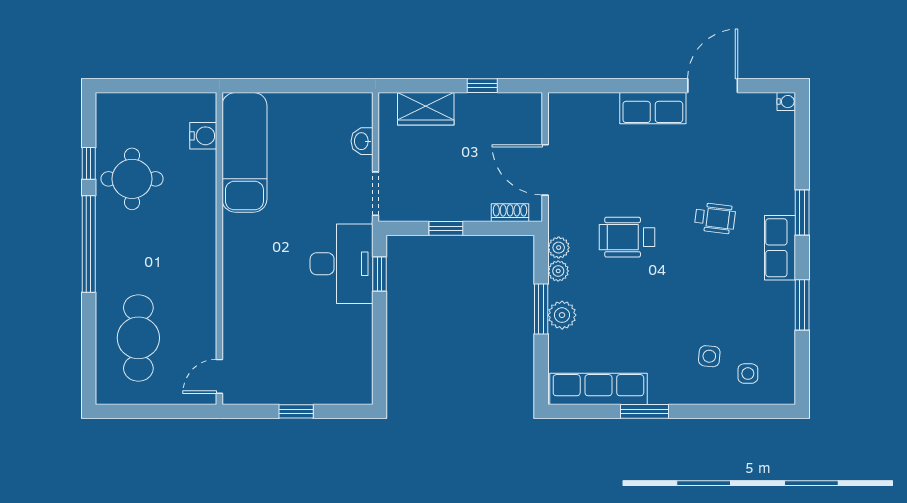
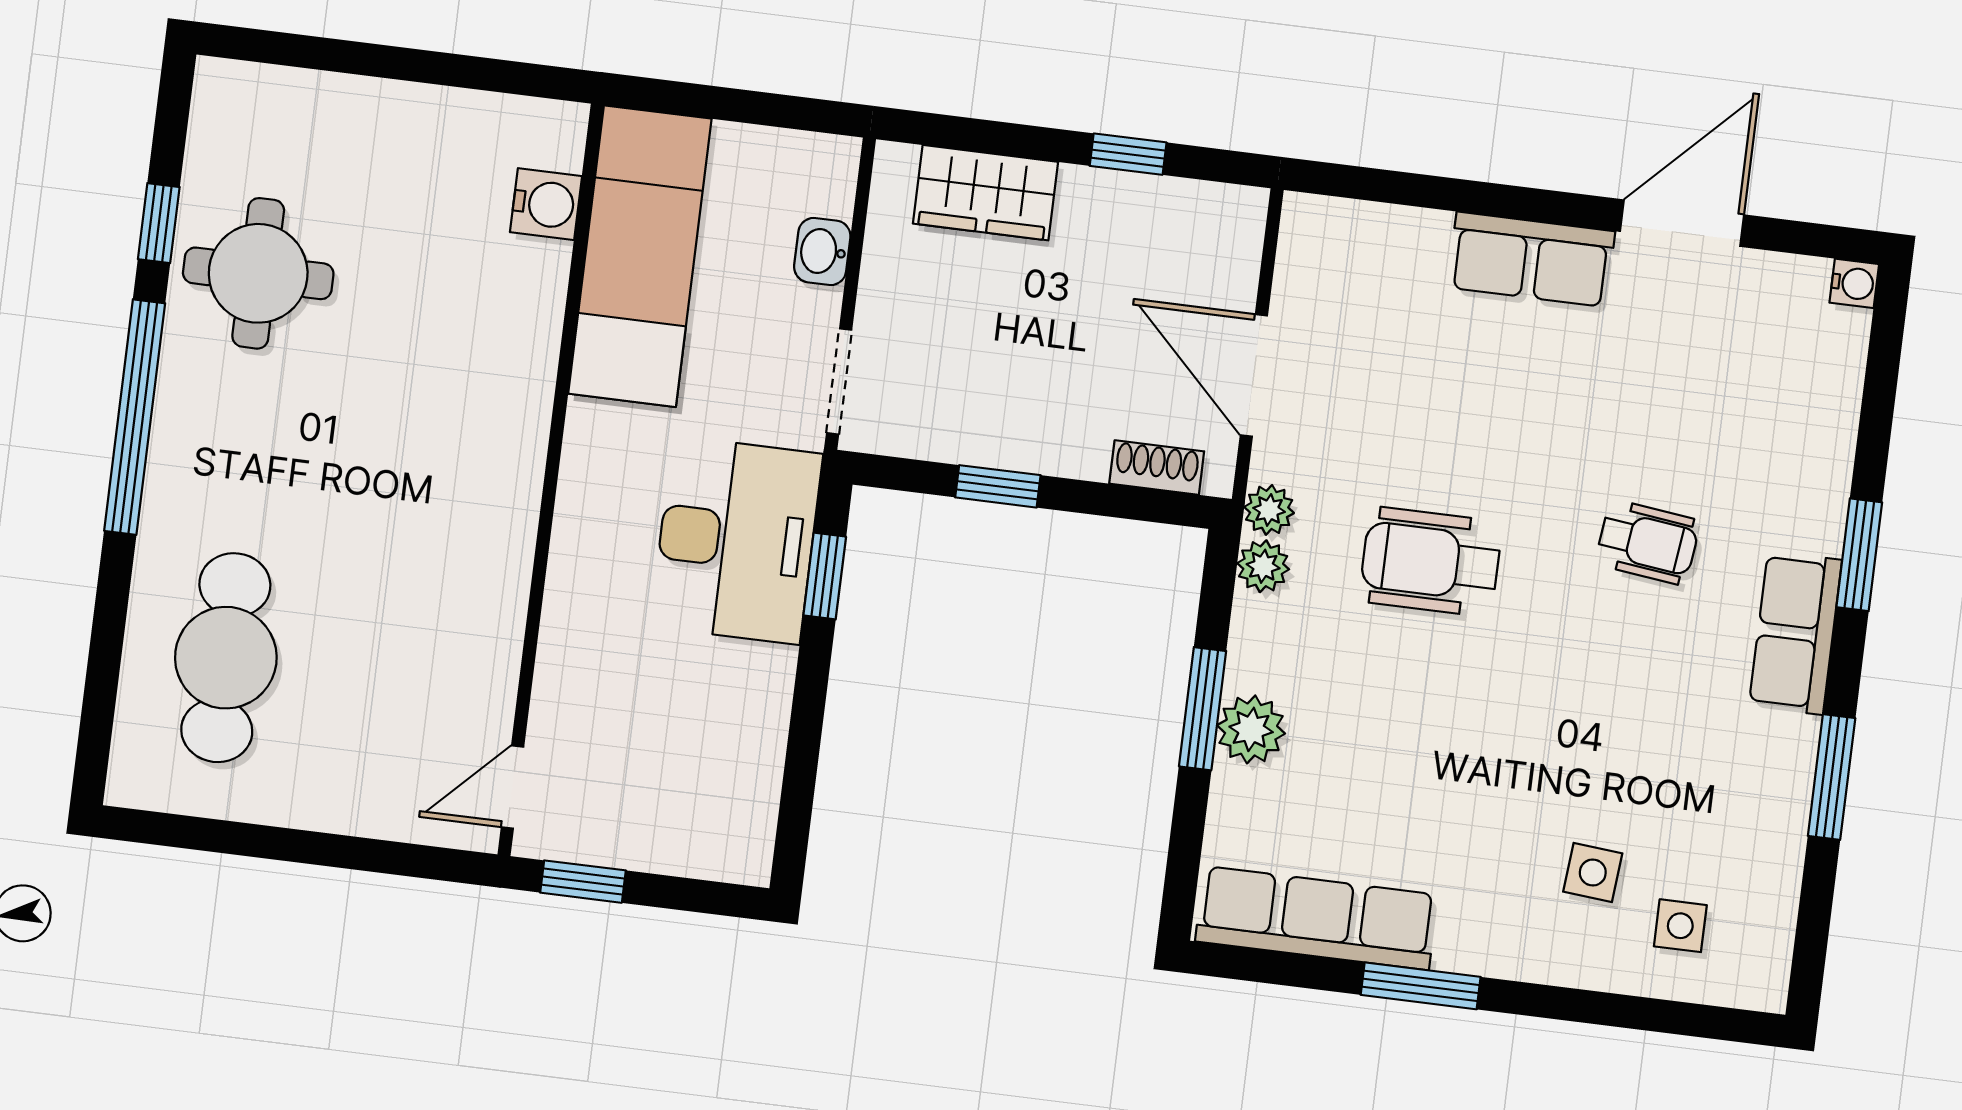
water cooler: (203, 136) -> (546, 204), moved
exam couch: (244, 152) -> (640, 256), moved
wall: (219, 249) -> (551, 480), moved
plant: (558, 271) -> (1269, 510), moved
door: (219, 376) -> (512, 787), moved

